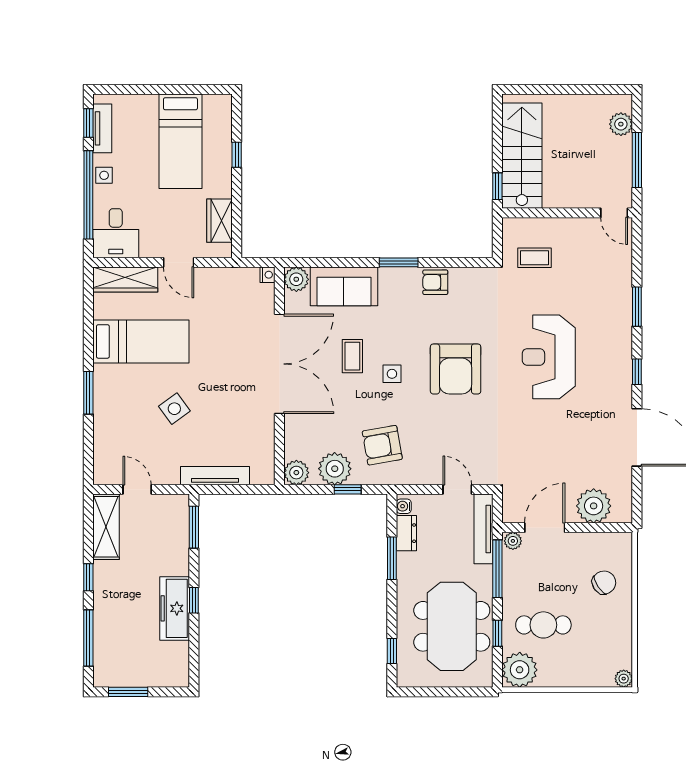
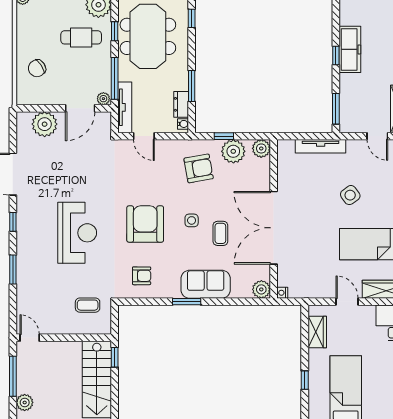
armchair: (435, 282) -> (142, 276), moved
sofa: (344, 286) -> (206, 284), moved

